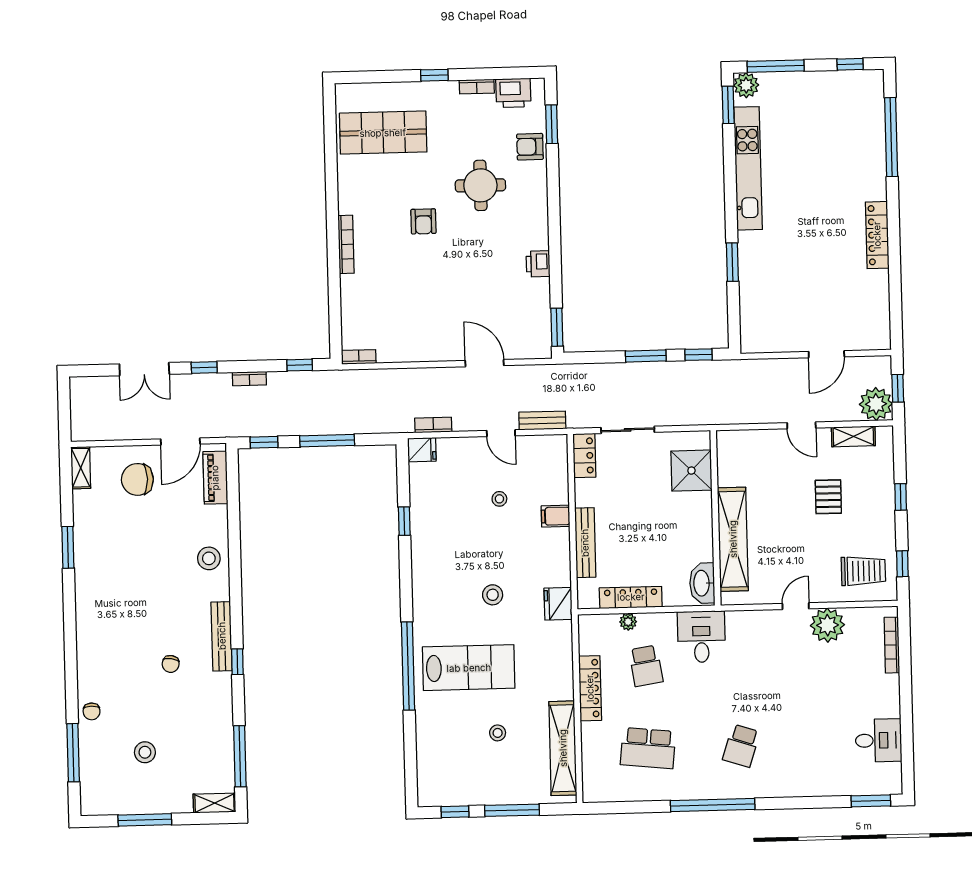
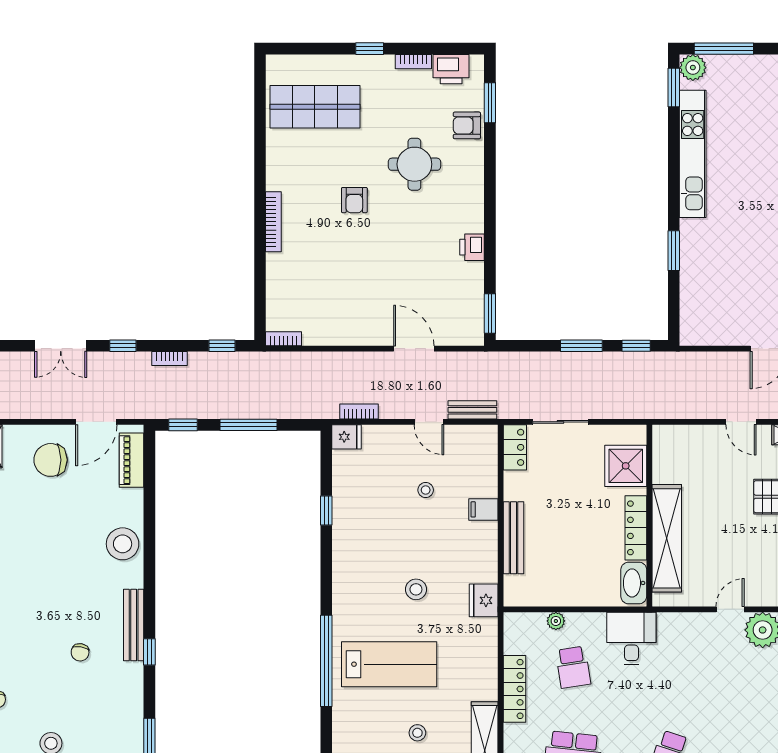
stool: (209, 558) -> (123, 544), width x1.38, depth x1.38
locker: (631, 597) -> (636, 528), moved, turned -90

